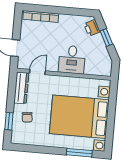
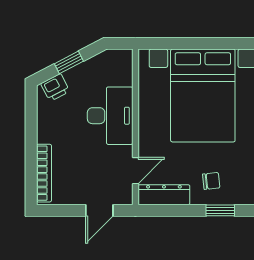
desk: (72, 60) -> (110, 116), width x1.37
door: (37, 72) -> (135, 171), swing flipped

